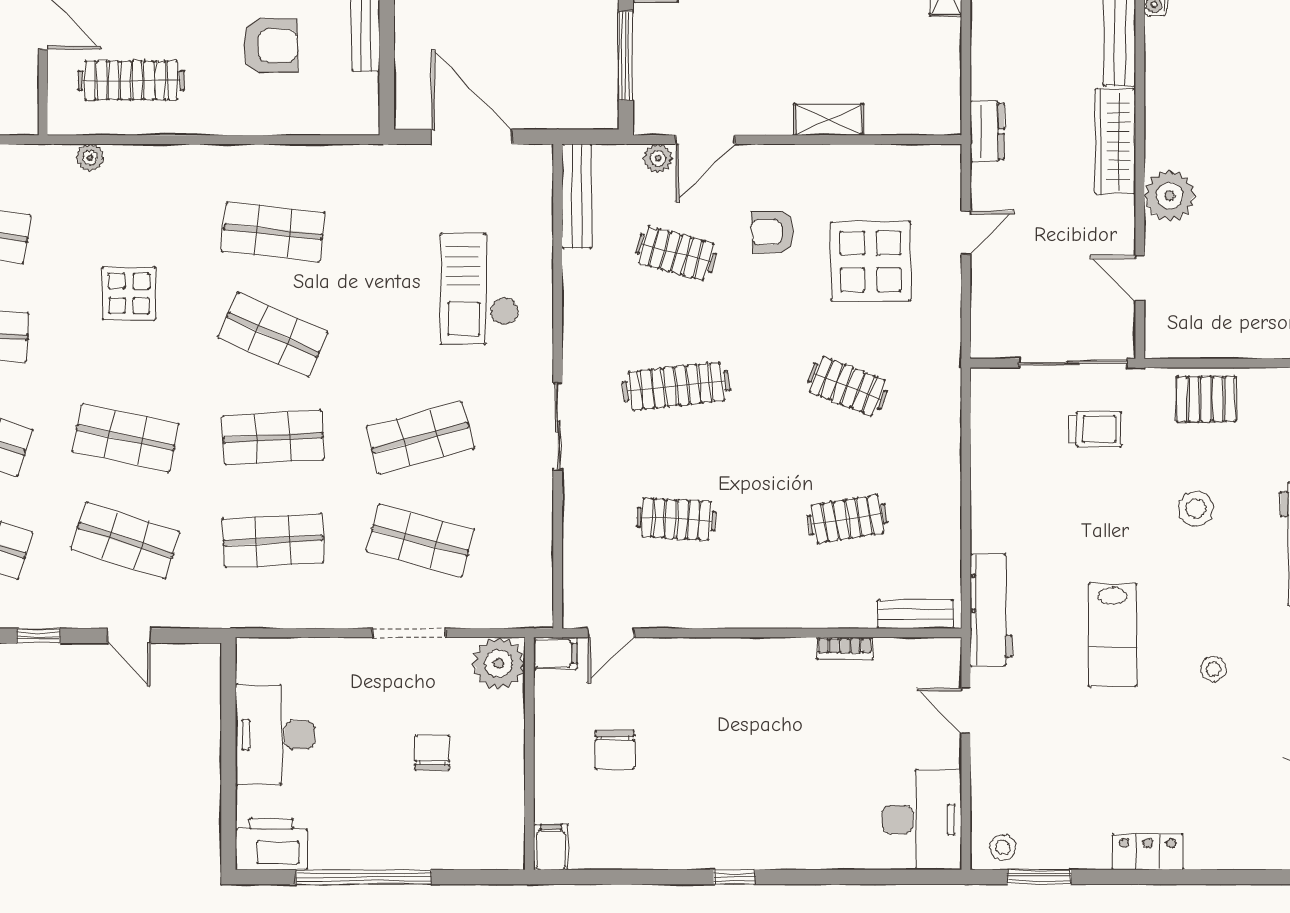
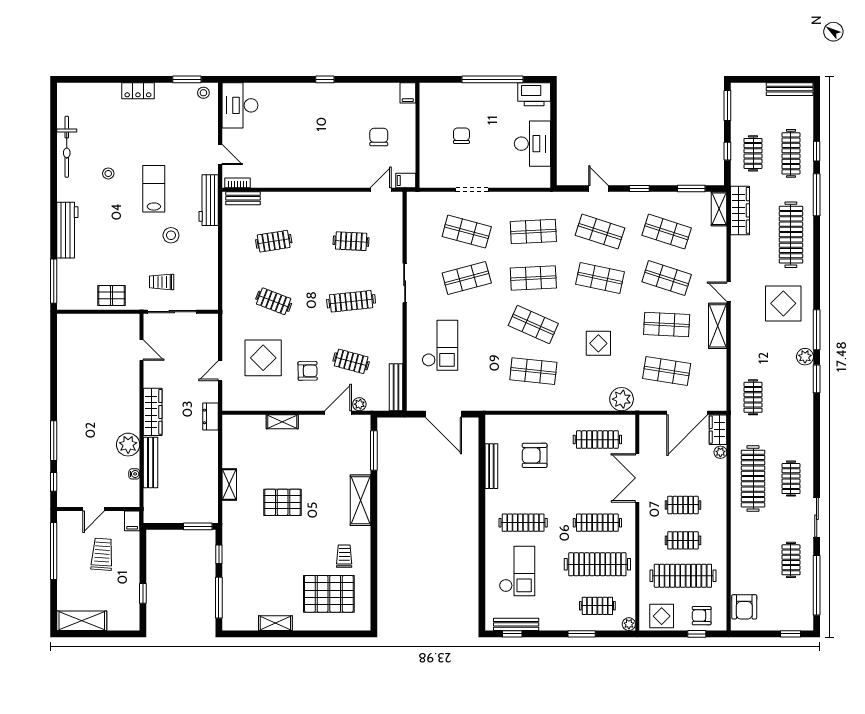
plant: (90, 158) -> (622, 399), width x1.88, depth x1.88
plant: (1170, 195) -> (128, 445), moved
stool: (1196, 509) -> (171, 235), moved
bookcase: (845, 648) -> (238, 183), moved
plant: (499, 664) -> (431, 176), removed
chair: (432, 752) -> (461, 136), turned 180

